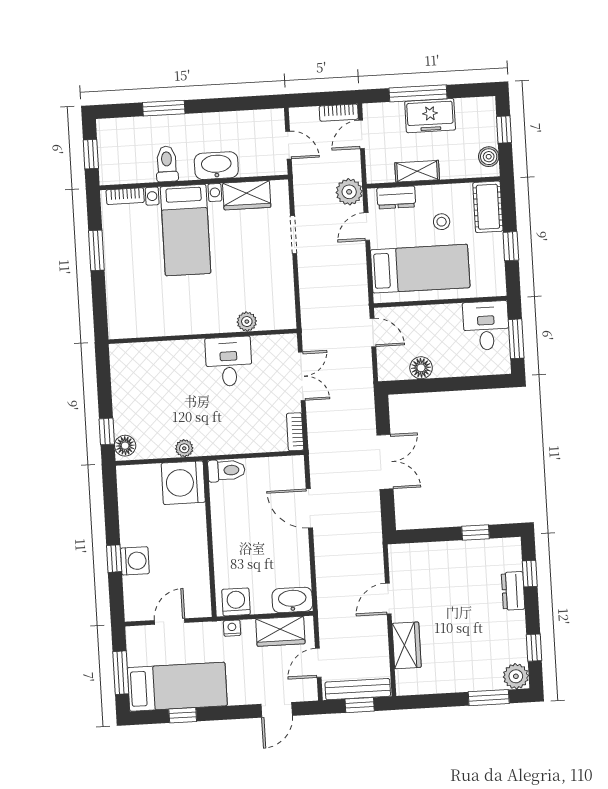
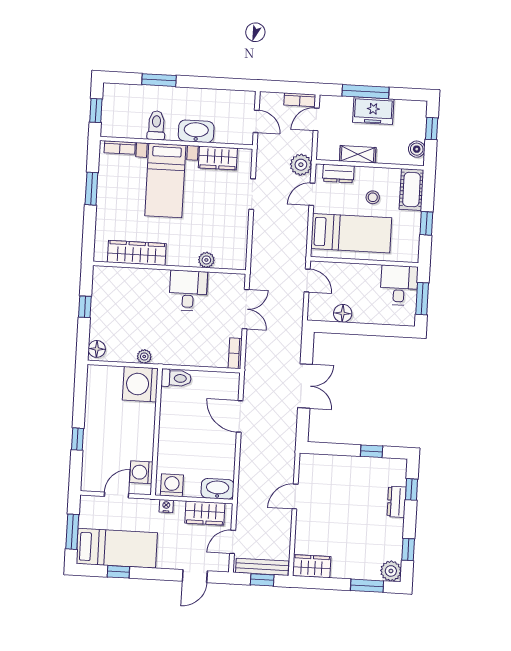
wardrobe: (161, 323) -> (137, 253), added
window: (107, 431) -> (85, 307), moved
washing machine: (135, 561) -> (141, 472), moved, turned 180
wardrobe: (407, 645) -> (312, 566), moved, turned -90

